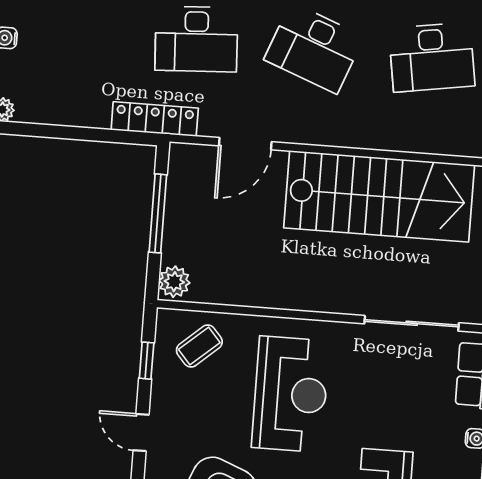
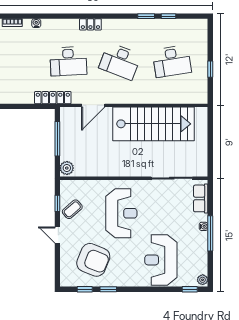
coffee table: (199, 346) -> (72, 209), moved

